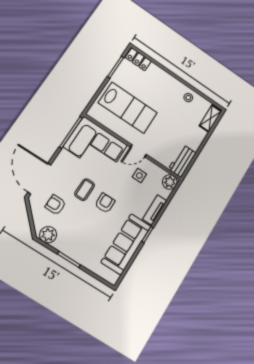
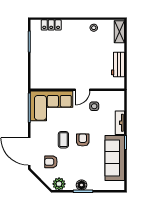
locker: (138, 59) -> (51, 25), moved
lab bench: (128, 108) -> (56, 65), removed
workbench: (182, 161) -> (118, 64), moved
plant: (170, 182) -> (118, 97), removed
floor lamp: (72, 251) -> (82, 185), added

